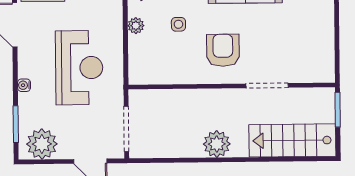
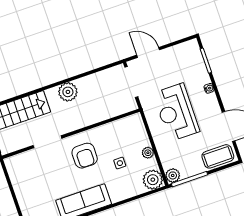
plant: (42, 144) -> (184, 53), removed

